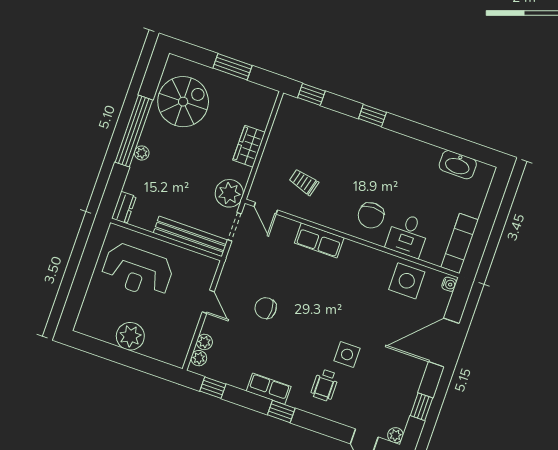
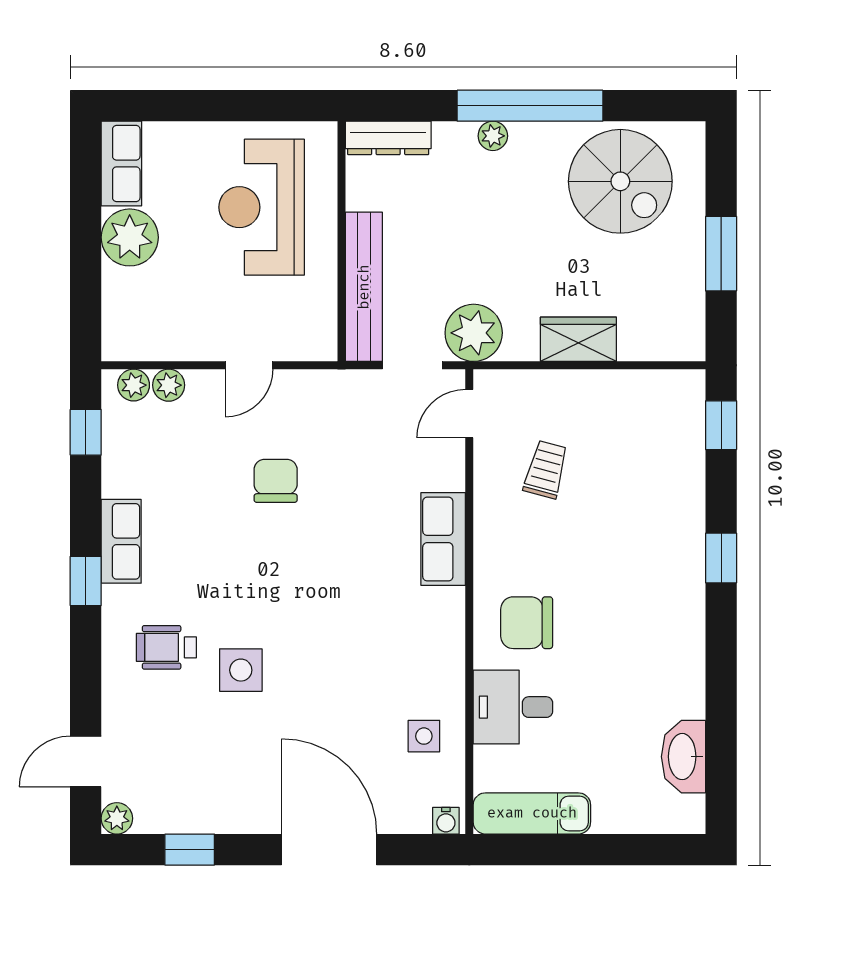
dresser: (124, 207) -> (388, 138), width x1.44
side table: (407, 281) -> (424, 736), width x0.54, depth x0.54
row of seats: (95, 328) -> (121, 163), added

